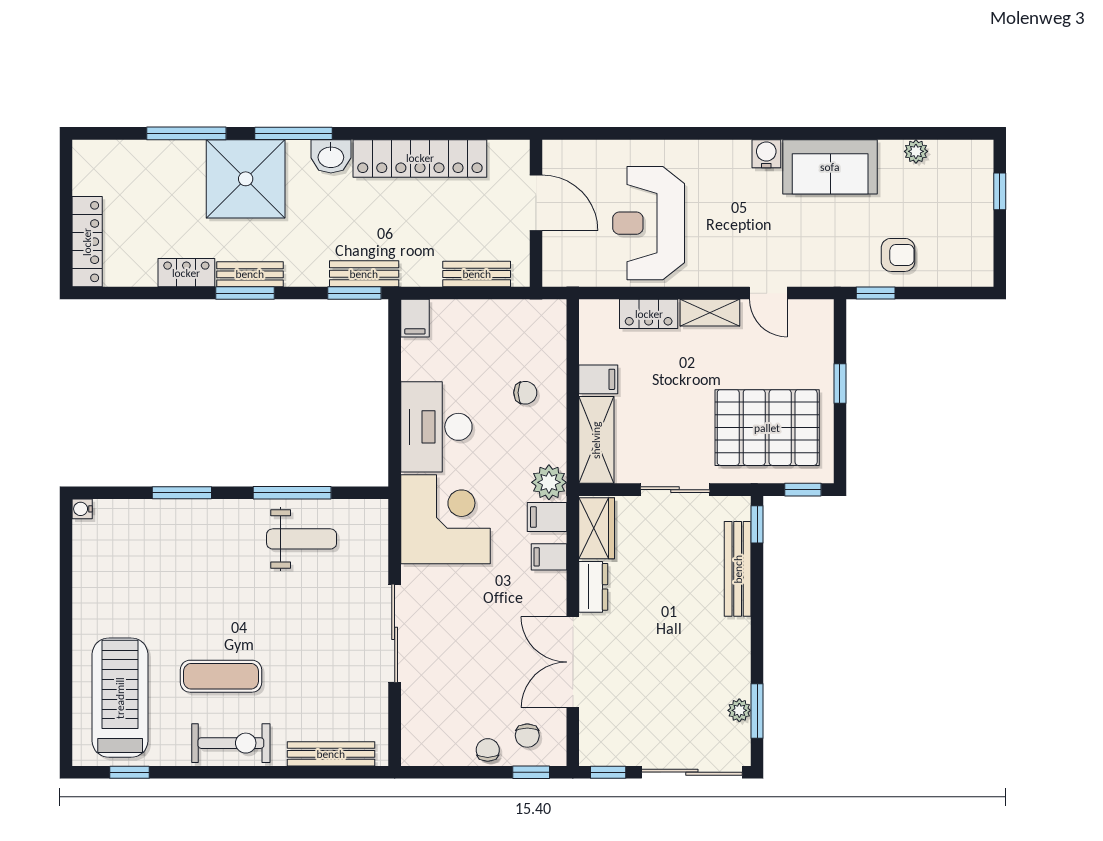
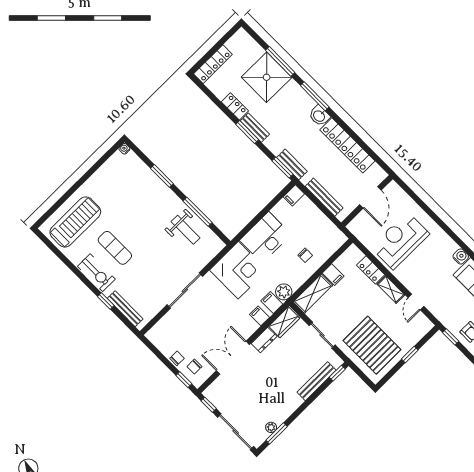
shower: (246, 179) -> (267, 77), moved
bench: (477, 274) -> (324, 197), width x1.36
window: (803, 490) -> (363, 377), removed
window: (130, 772) -> (106, 301), moved

